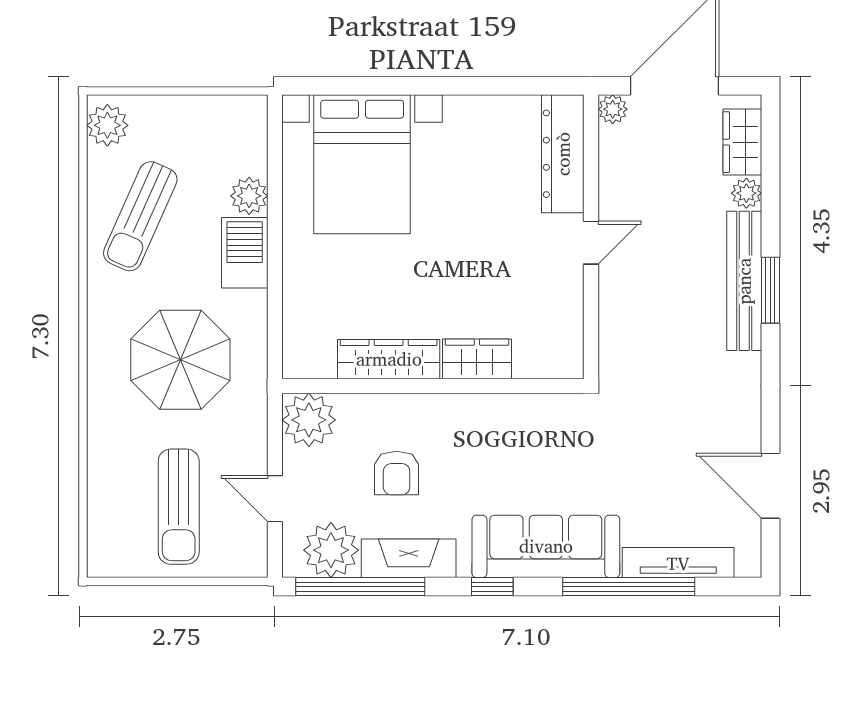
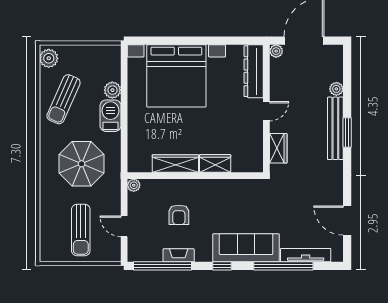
wardrobe: (742, 142) -> (278, 148), moved, turned 180
bed with nightstands: (362, 164) -> (176, 76), width x1.36
plant: (309, 420) -> (134, 185), width x0.53, depth x0.53
plant: (331, 550) -> (149, 250), removed
fireplace: (409, 558) -> (179, 255), width x0.73, depth x0.76

